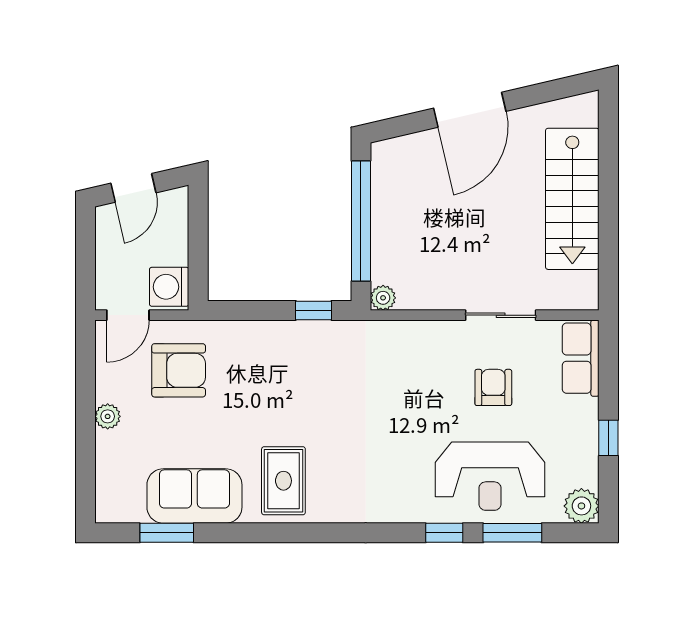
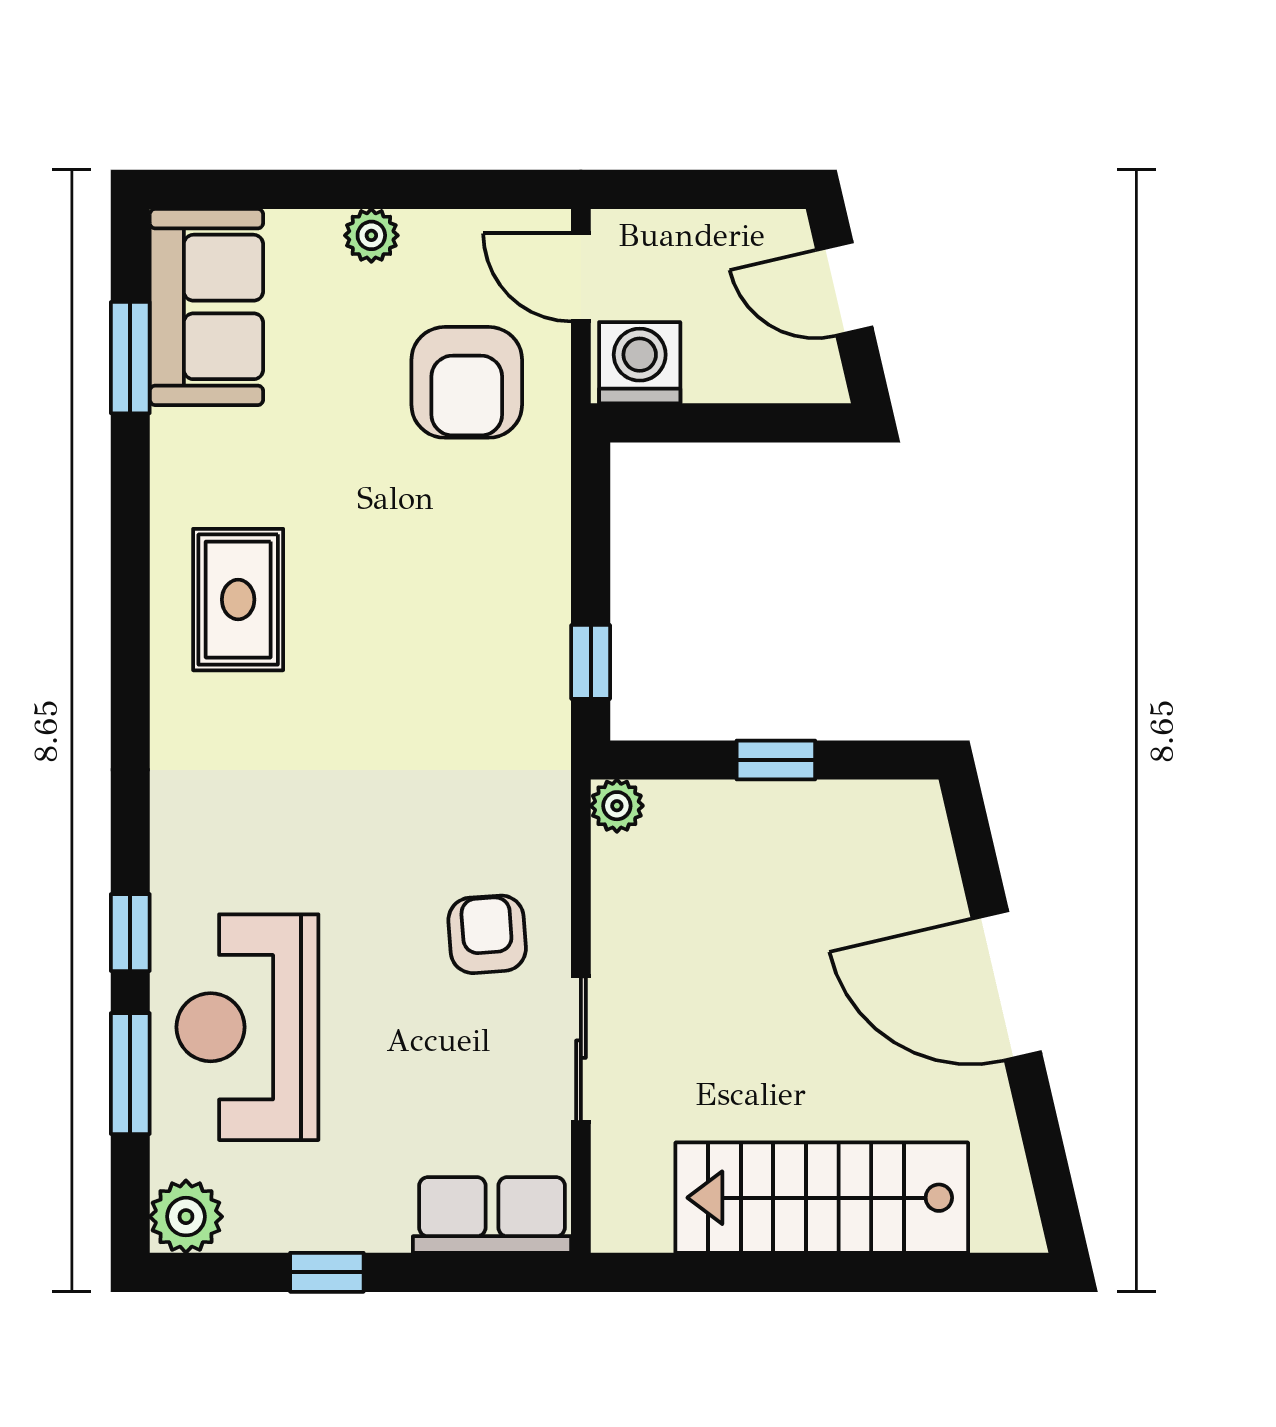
window: (361, 221) -> (776, 760), width x0.32
armchair: (493, 387) -> (487, 934), moved, turned -94
rug: (283, 481) -> (238, 600), turned 90
sofa: (194, 496) -> (206, 307), moved

